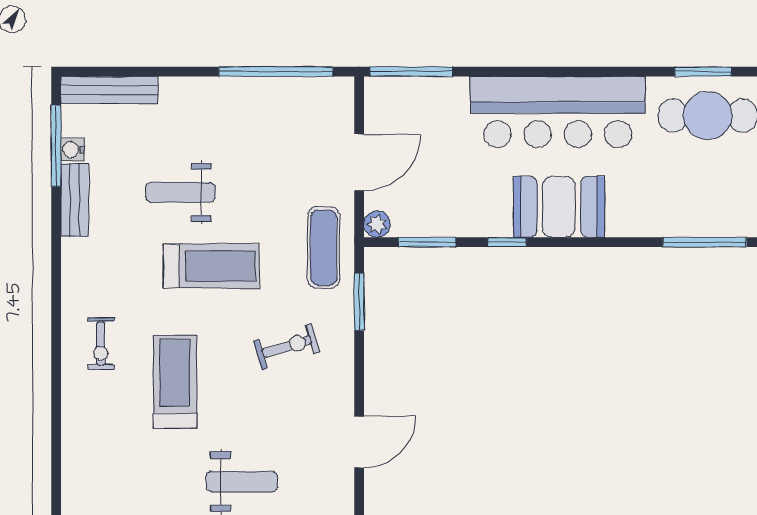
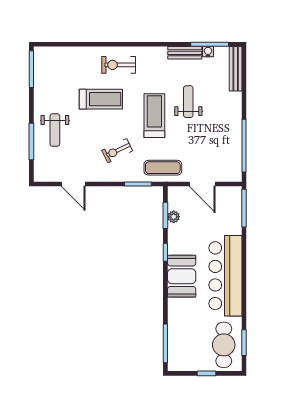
plant: (377, 224) -> (174, 217), moved
treadmill: (211, 266) -> (154, 116), turned 180
exercise bike: (101, 343) -> (119, 65), width x1.38, depth x1.39
exercise bike: (287, 347) -> (117, 151), turned 81

